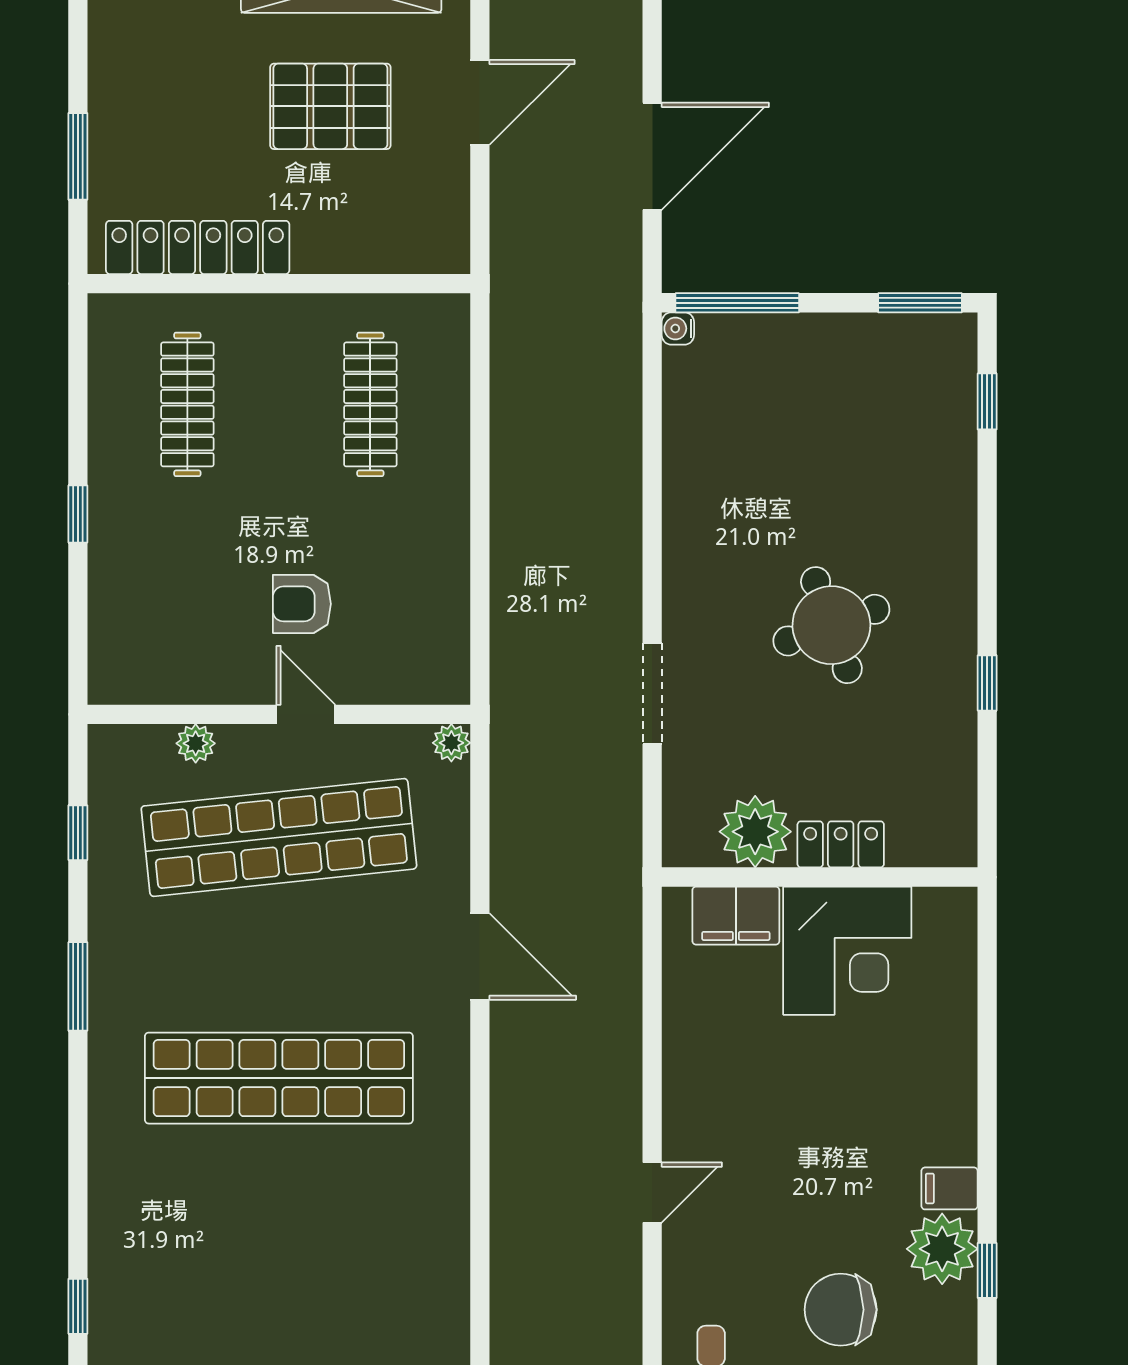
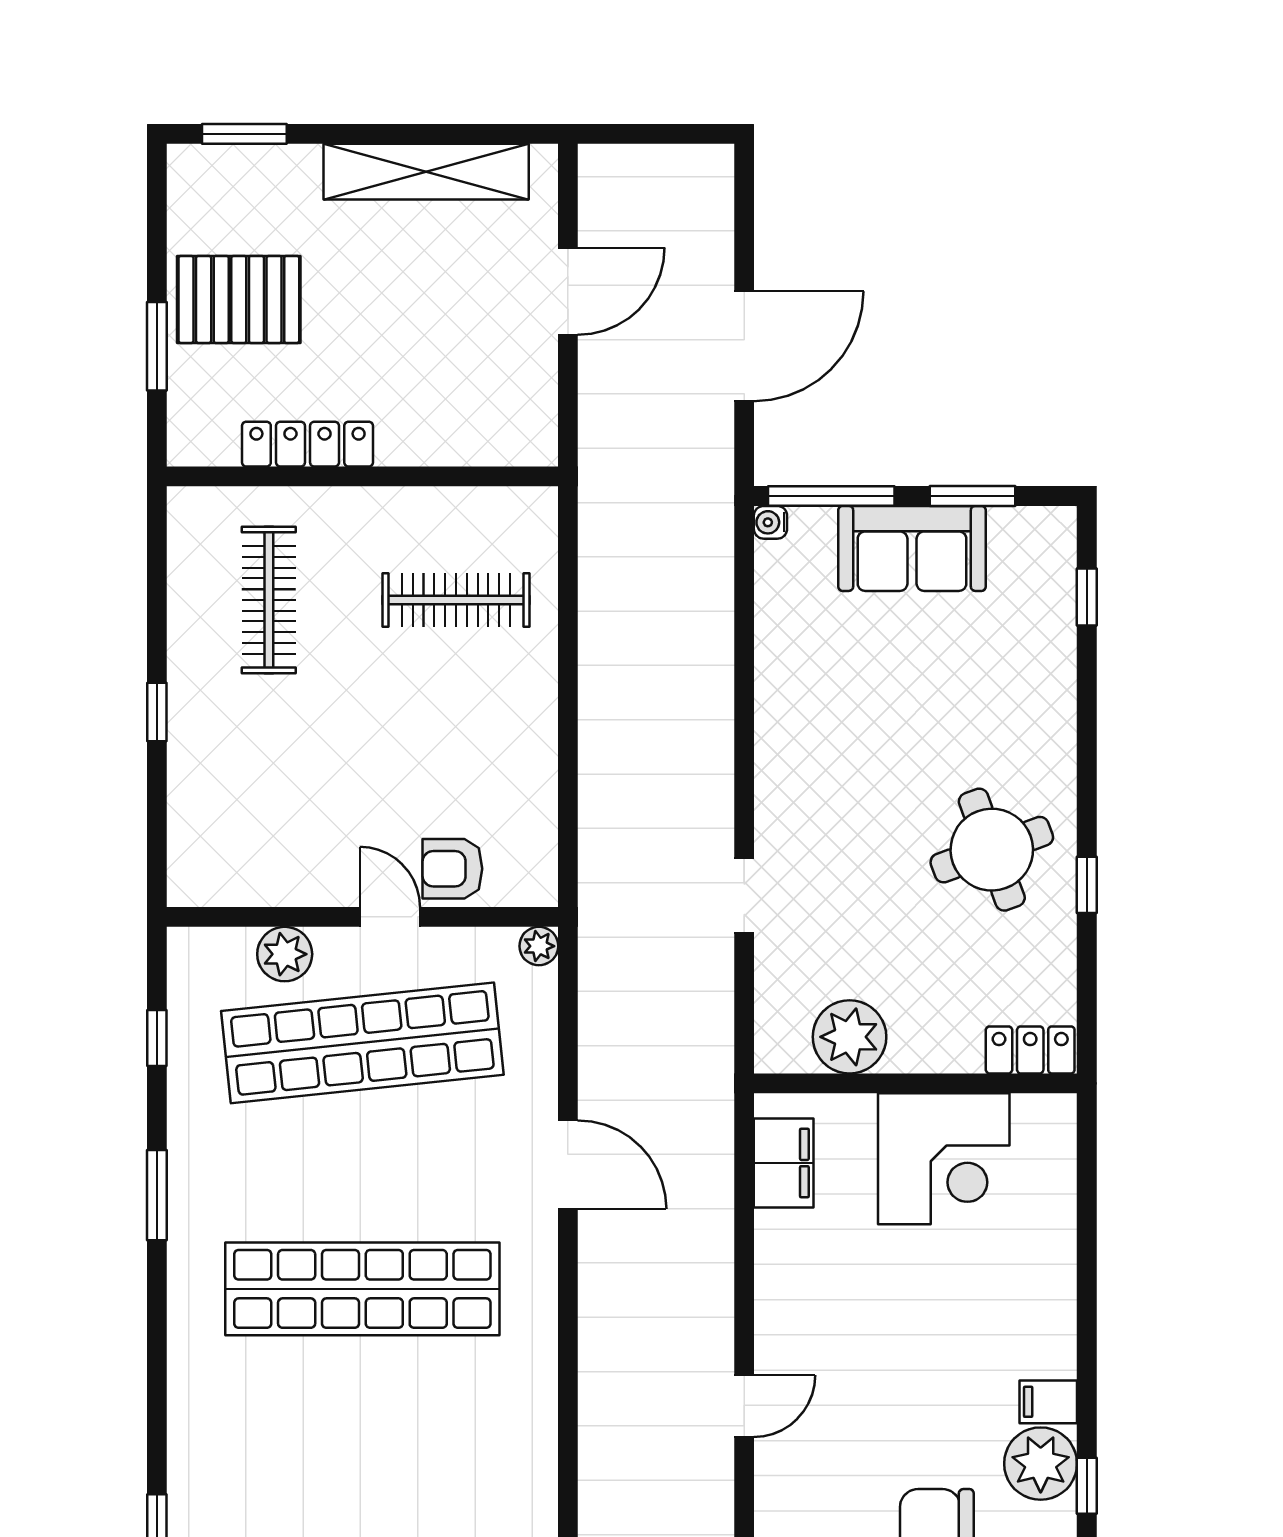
pallet: (330, 106) -> (239, 299), moved
locker: (198, 247) -> (308, 444), width x0.71, depth x0.83
window: (920, 303) -> (972, 496), moved
sofa: (816, 354) -> (912, 548), added
clothes rail: (370, 404) -> (456, 600), turned 90
armchair: (302, 604) -> (452, 869), moved
round table: (831, 625) -> (992, 850), moved
doorway: (652, 694) -> (744, 896), width x0.73
plant: (196, 743) -> (285, 954), width x1.38, depth x1.38
locker: (841, 844) -> (1030, 1050), moved
filing cabinet: (736, 916) -> (784, 1163), moved, turned -90

